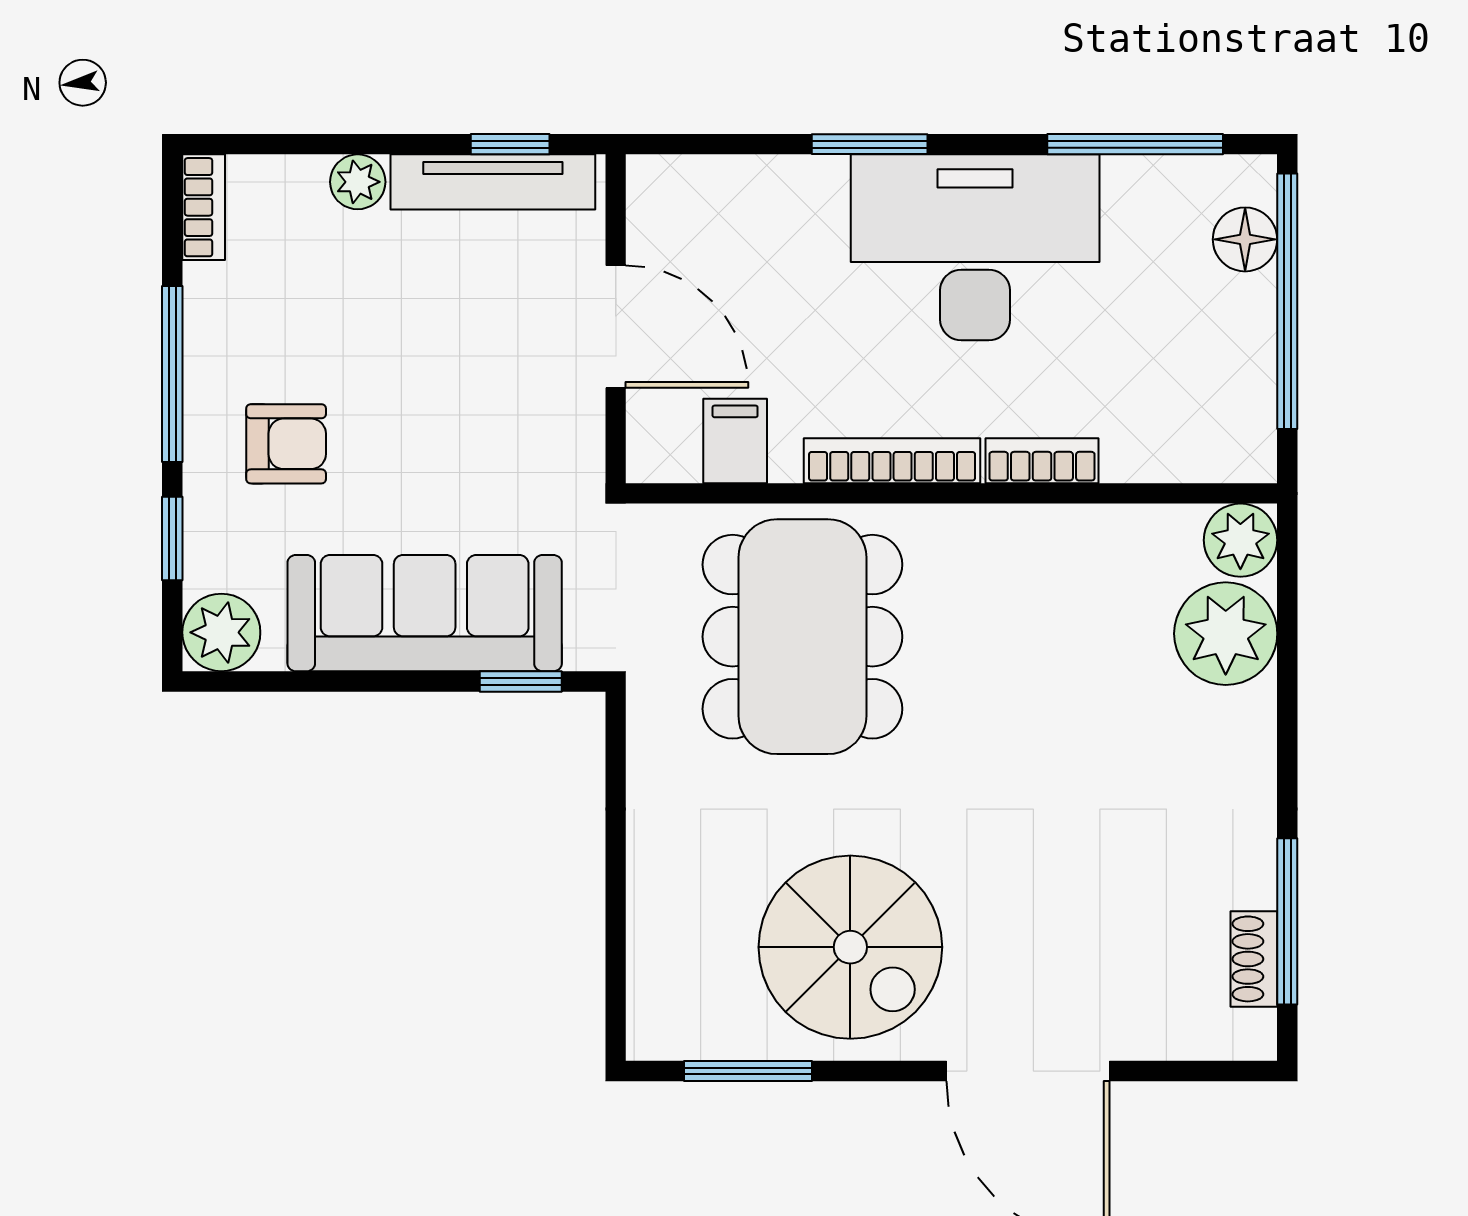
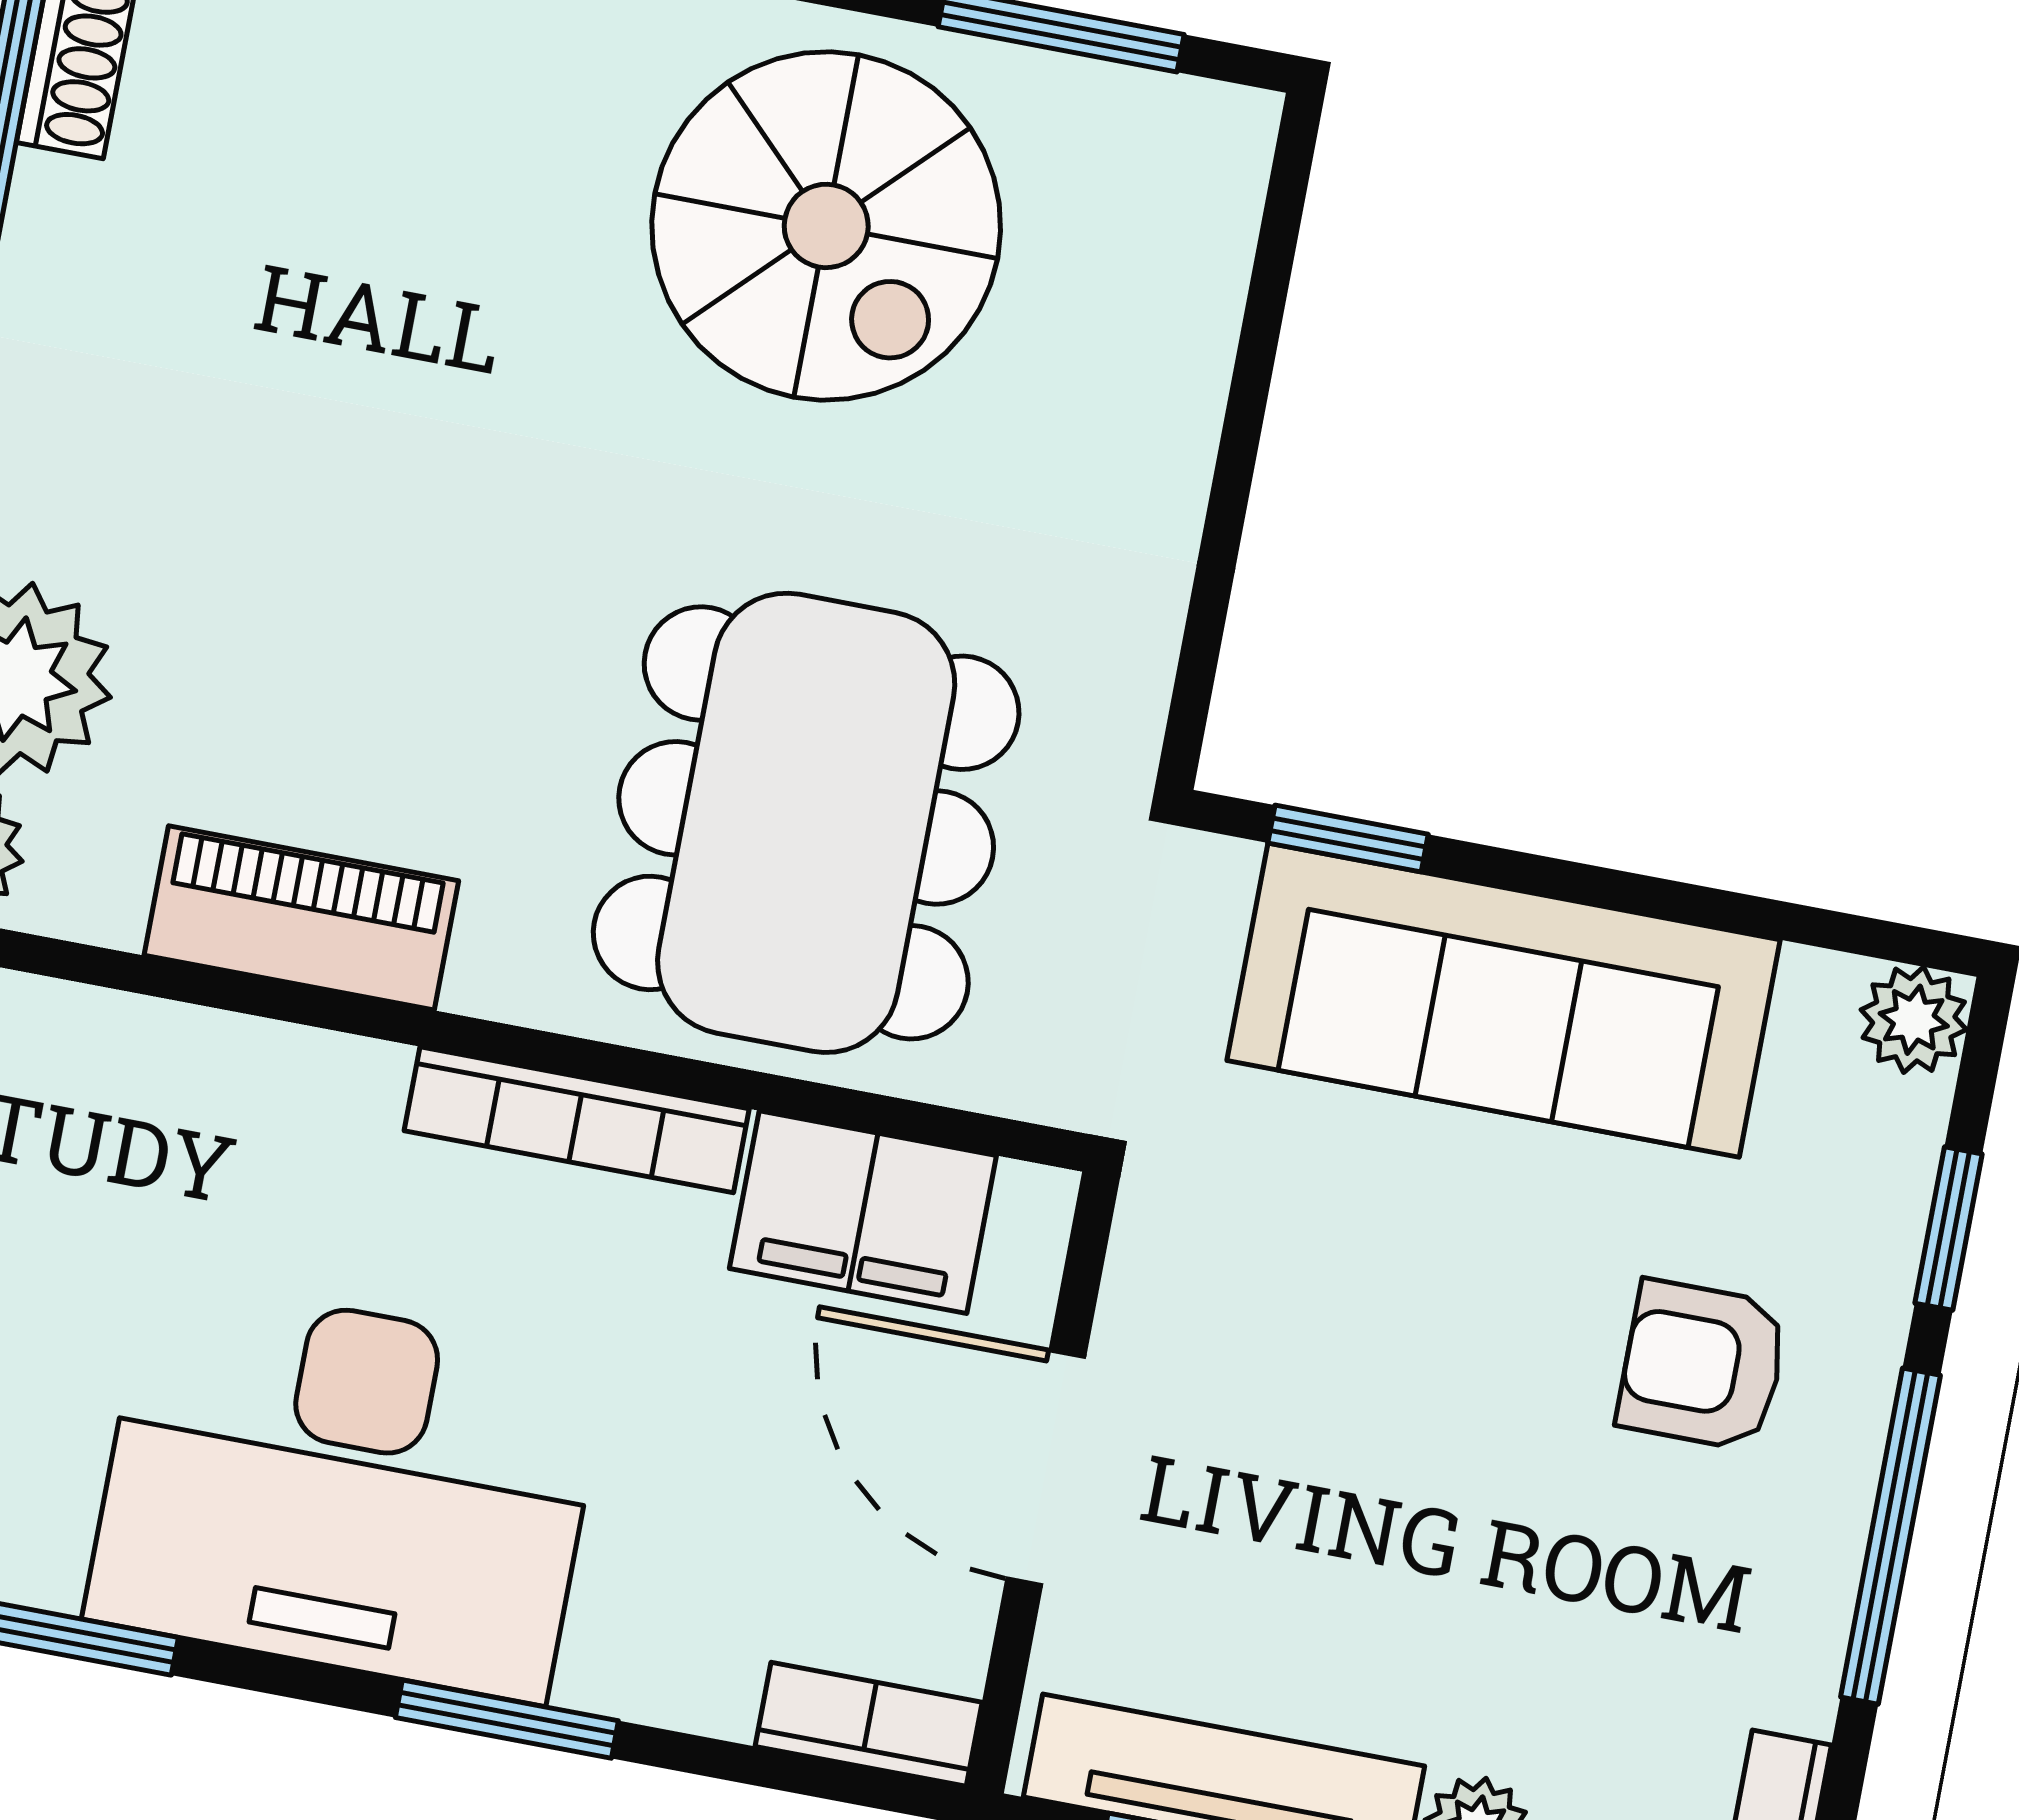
filing cabinet: (735, 441) -> (863, 1212), width x2.00
bookcase: (1042, 461) -> (869, 1724), moved, turned 180
piano: (1054, 538) -> (301, 918), added
plant: (221, 632) -> (1914, 1020), width x0.73, depth x0.73
spiral stairs: (850, 947) -> (826, 226), turned 180

